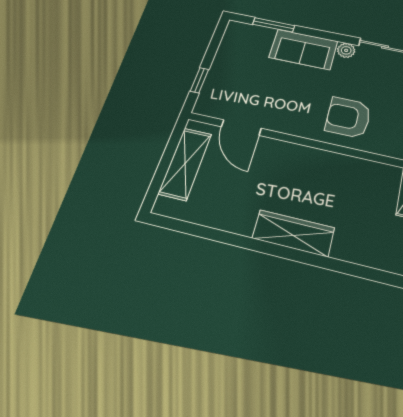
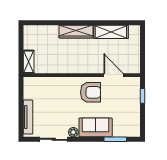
armchair: (348, 117) -> (91, 92), moved
shelving: (185, 163) -> (111, 32), moved, turned 90

